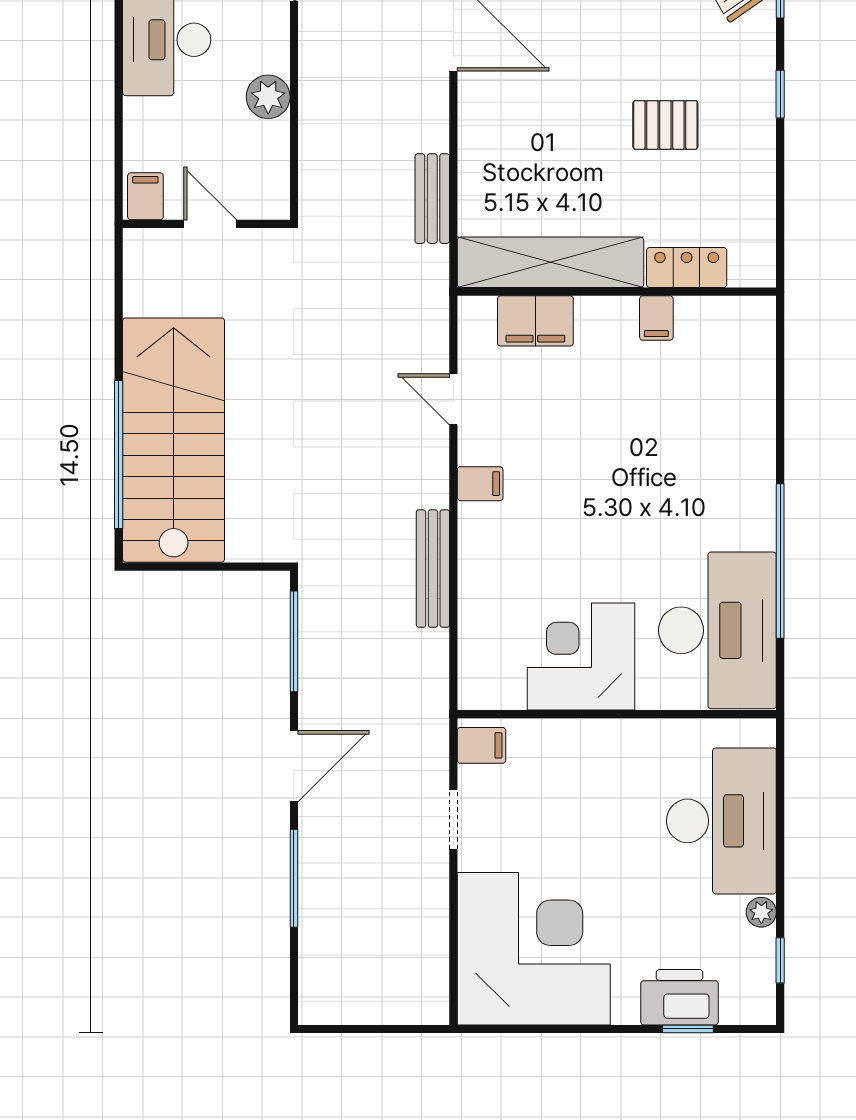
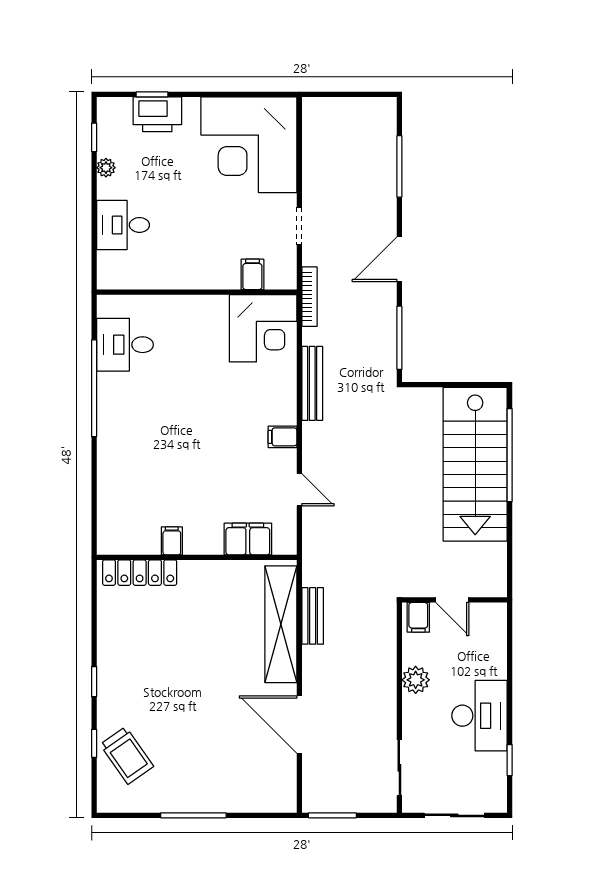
pallet: (665, 125) -> (166, 662), removed
filing cabinet: (145, 196) -> (418, 617), moved
shelving: (550, 262) -> (281, 624), moved, turned 90
locker: (687, 268) -> (140, 573), width x1.53
desk: (717, 630) -> (125, 345), width x0.53, depth x0.77
corner desk: (581, 657) -> (263, 328), moved
bookcase: (437, 707) -> (309, 297), added
filing cabinet: (482, 745) -> (252, 274), moved, turned 90
desk: (721, 821) -> (123, 225), width x0.53, depth x0.77
window: (294, 878) -> (399, 166), moved

